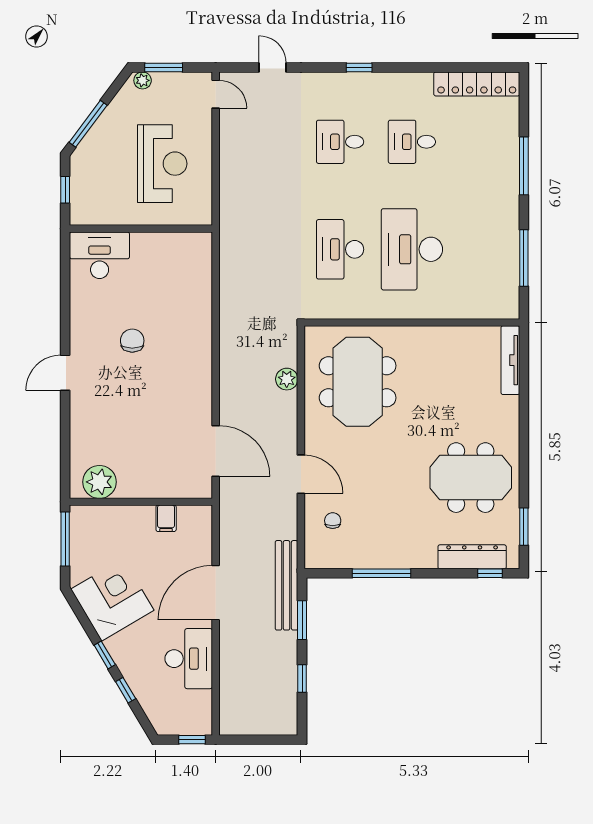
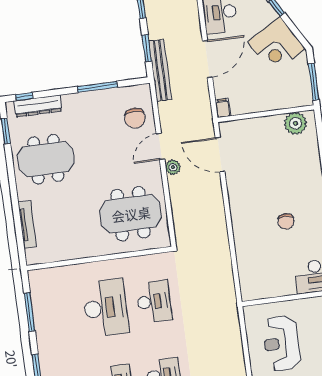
tv unit: (510, 360) -> (27, 224), moved
plant: (287, 379) -> (173, 167), moved
meeting table: (358, 382) -> (131, 214), turned 90
door: (301, 474) -> (160, 146), hinge flipped
filing cabinet: (166, 518) -> (223, 108), moved
chair: (333, 521) -> (135, 118), width x1.87, depth x1.87

